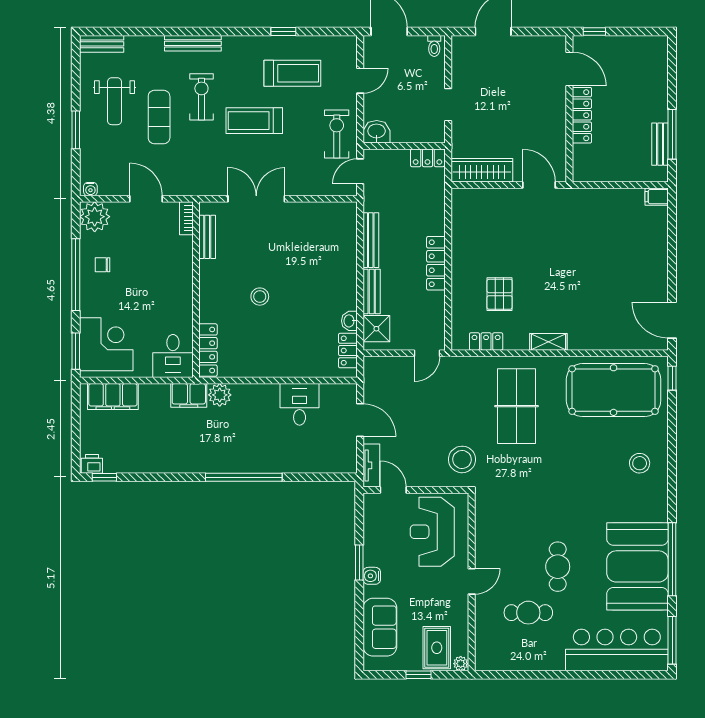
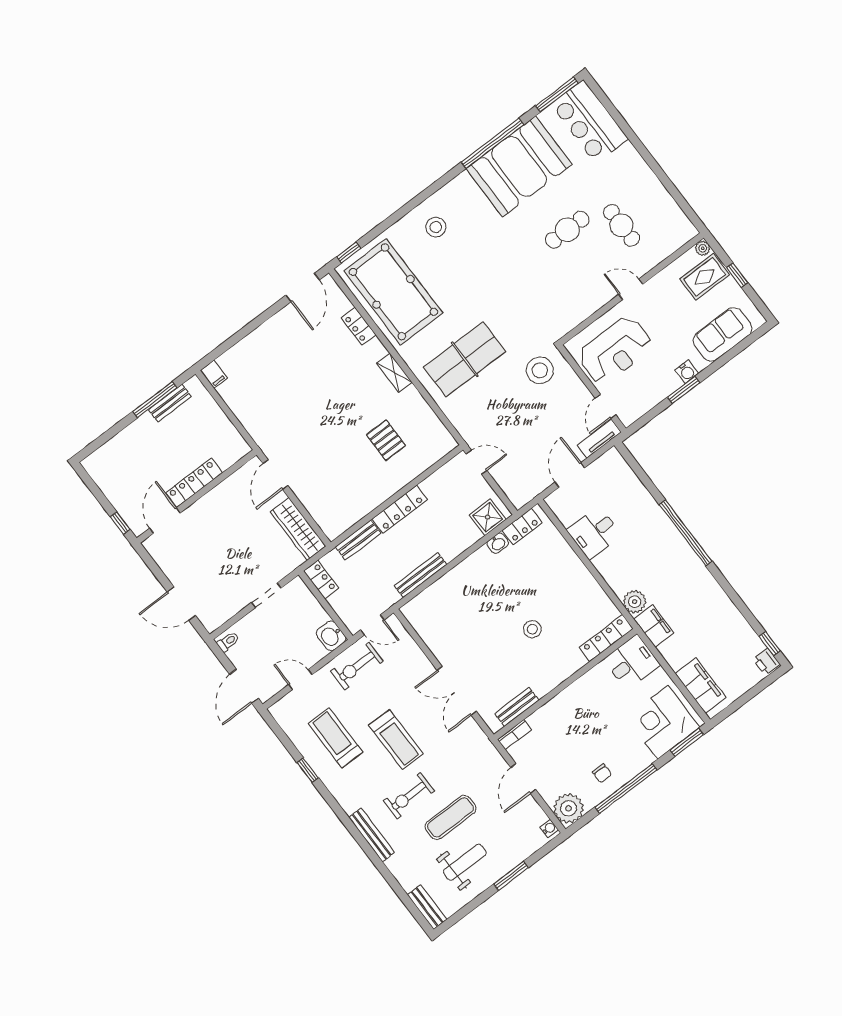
bench: (372, 291) -> (358, 540), moved
pallet: (500, 294) -> (386, 440), turned 90
locker: (486, 341) -> (359, 326), moved
bar counter: (617, 650) -> (590, 122), width x0.73

